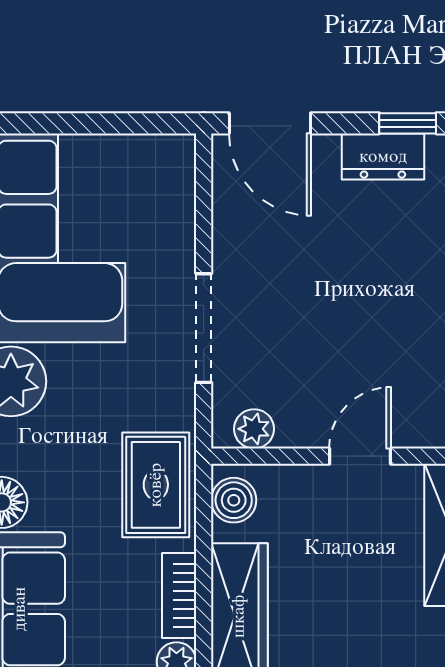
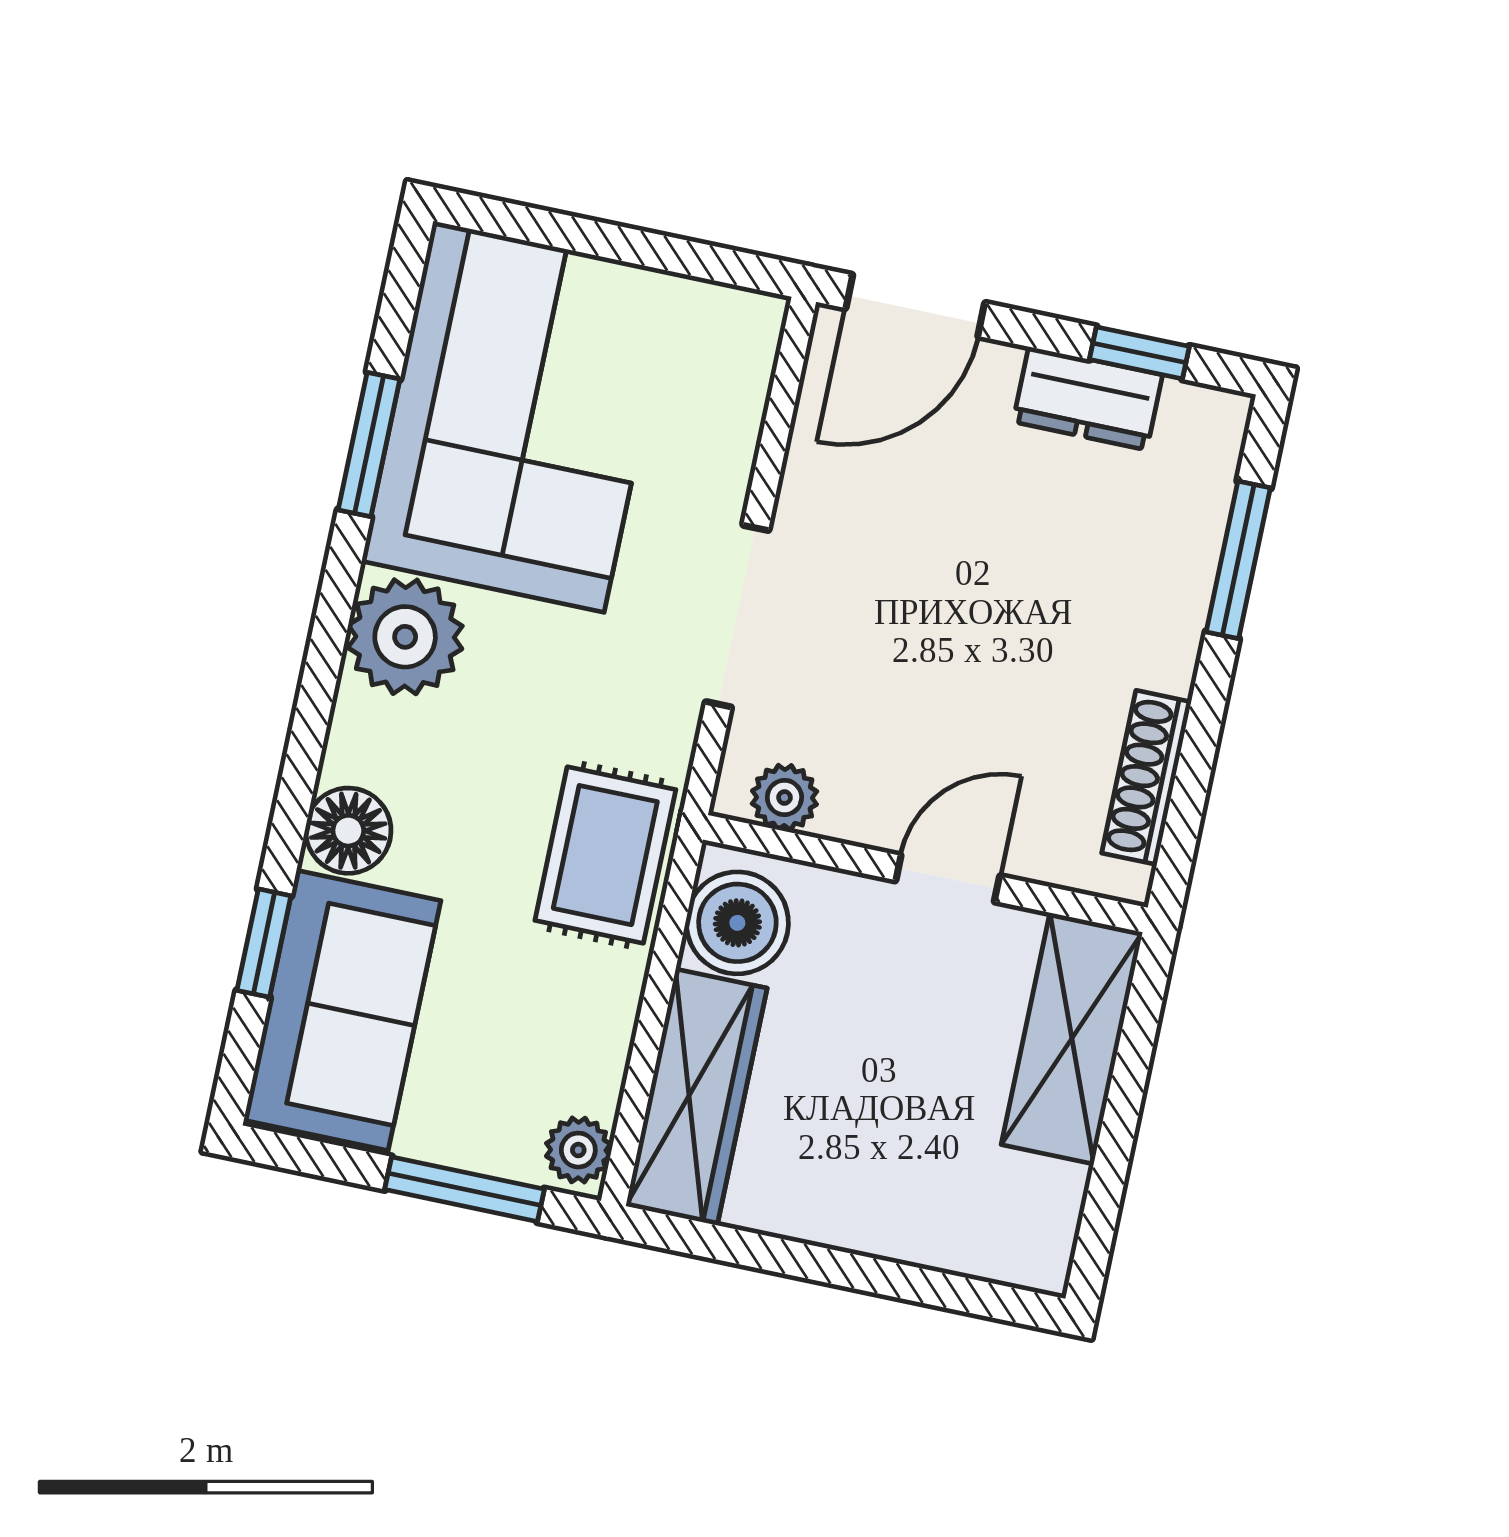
door: (270, 123) -> (915, 306), hinge flipped
boiler: (234, 500) -> (737, 923), width x1.36, depth x1.36
bookcase: (179, 595) -> (605, 1043), removed

